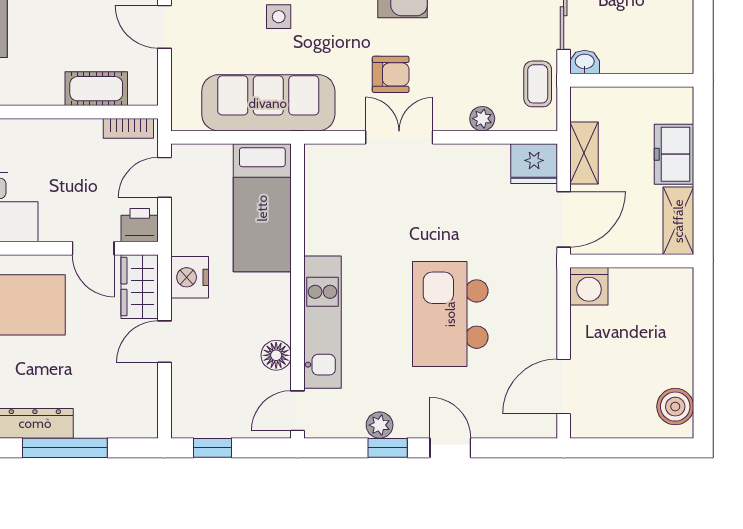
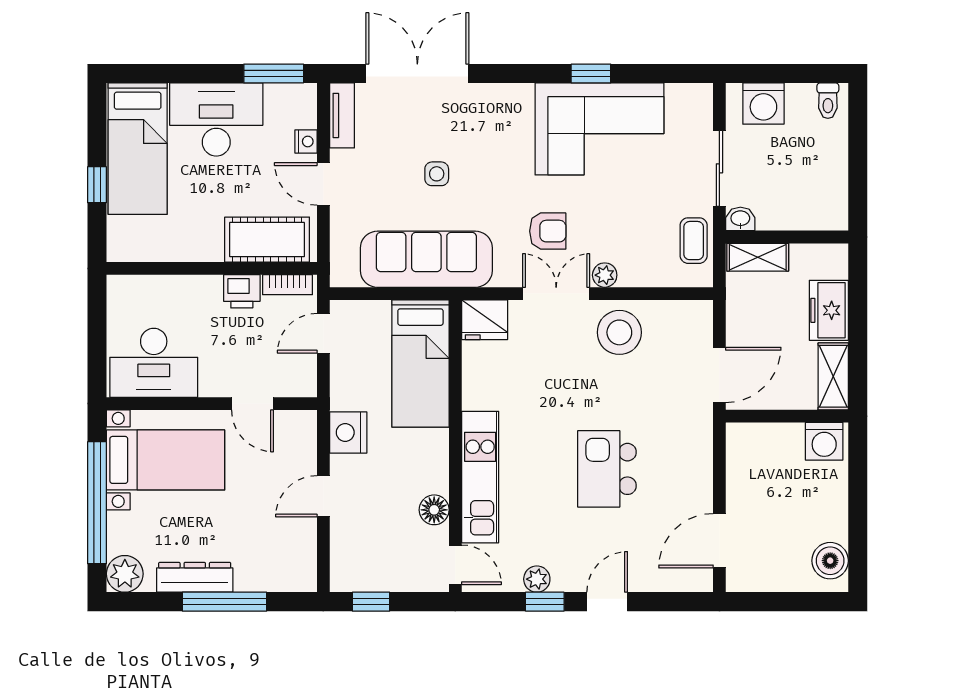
cot: (96, 89) -> (267, 240), width x1.37, depth x1.34
plant: (482, 119) -> (605, 275), moved
shelving: (584, 153) -> (758, 257), moved, turned 90
fridge: (534, 164) -> (485, 320), moved
stool: (463, 177) -> (619, 332), added
printer: (140, 225) -> (242, 291), moved, turned 180
washing machine: (589, 286) -> (824, 441), moved
wardrobe: (140, 287) -> (299, 442), removed
kitchen island: (450, 314) -> (607, 469), width x0.73, depth x0.78
door: (298, 411) -> (455, 565), swing flipped
door: (450, 448) -> (607, 602), hinge flipped

